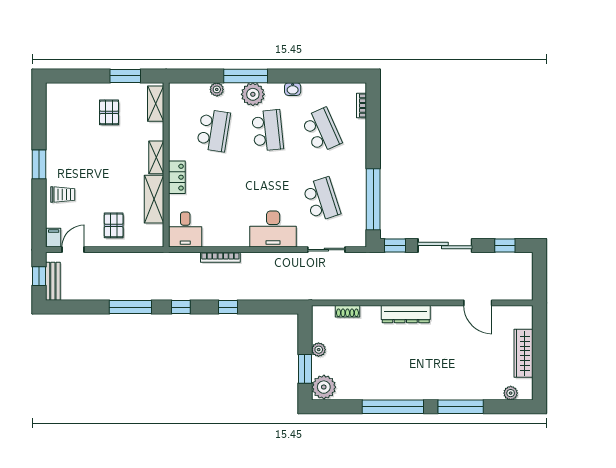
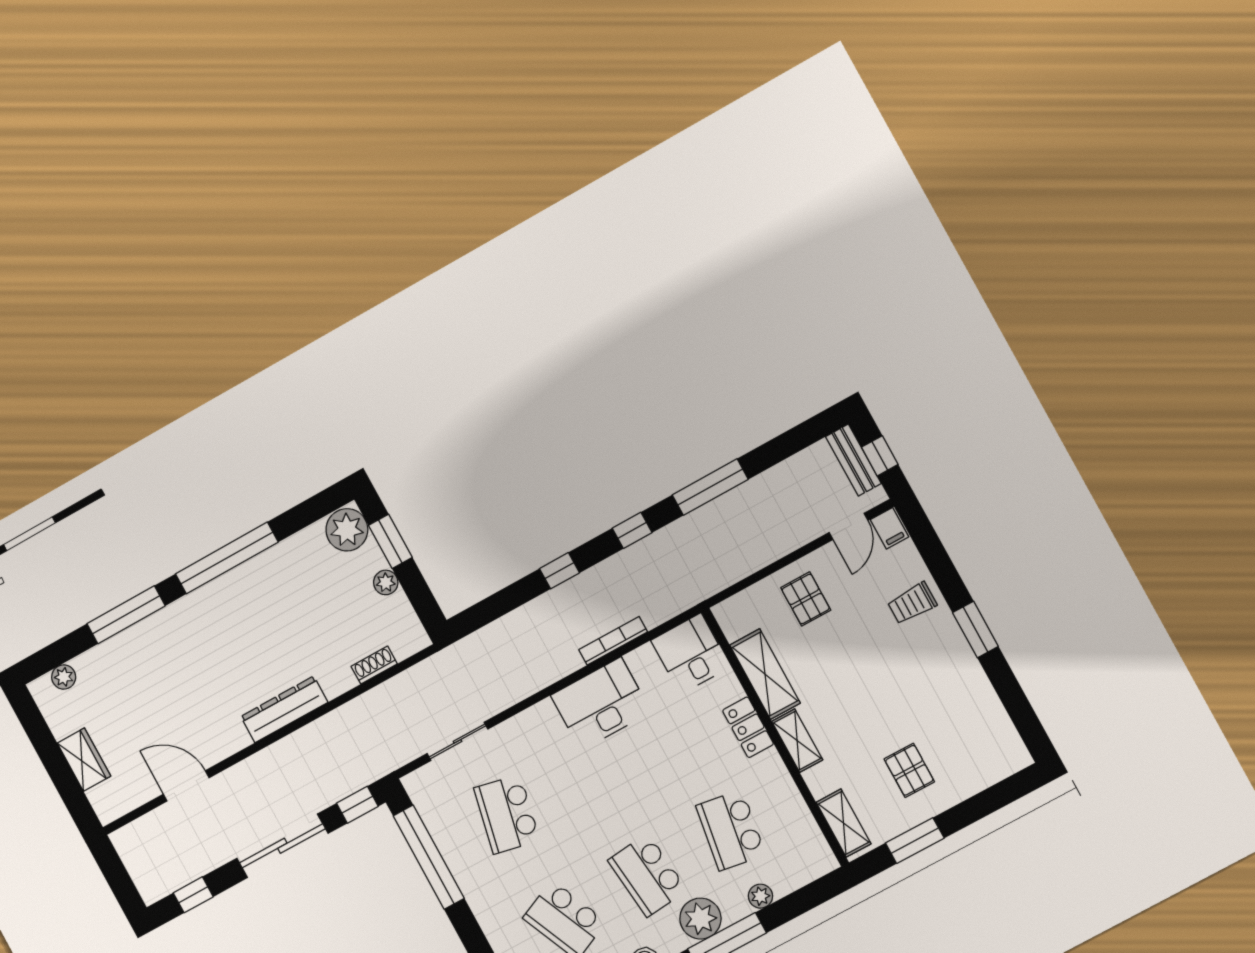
school desk: (322, 199) -> (507, 814), turned 30
desk: (273, 229) -> (601, 704), moved
wardrobe: (523, 353) -> (84, 760), width x0.67

